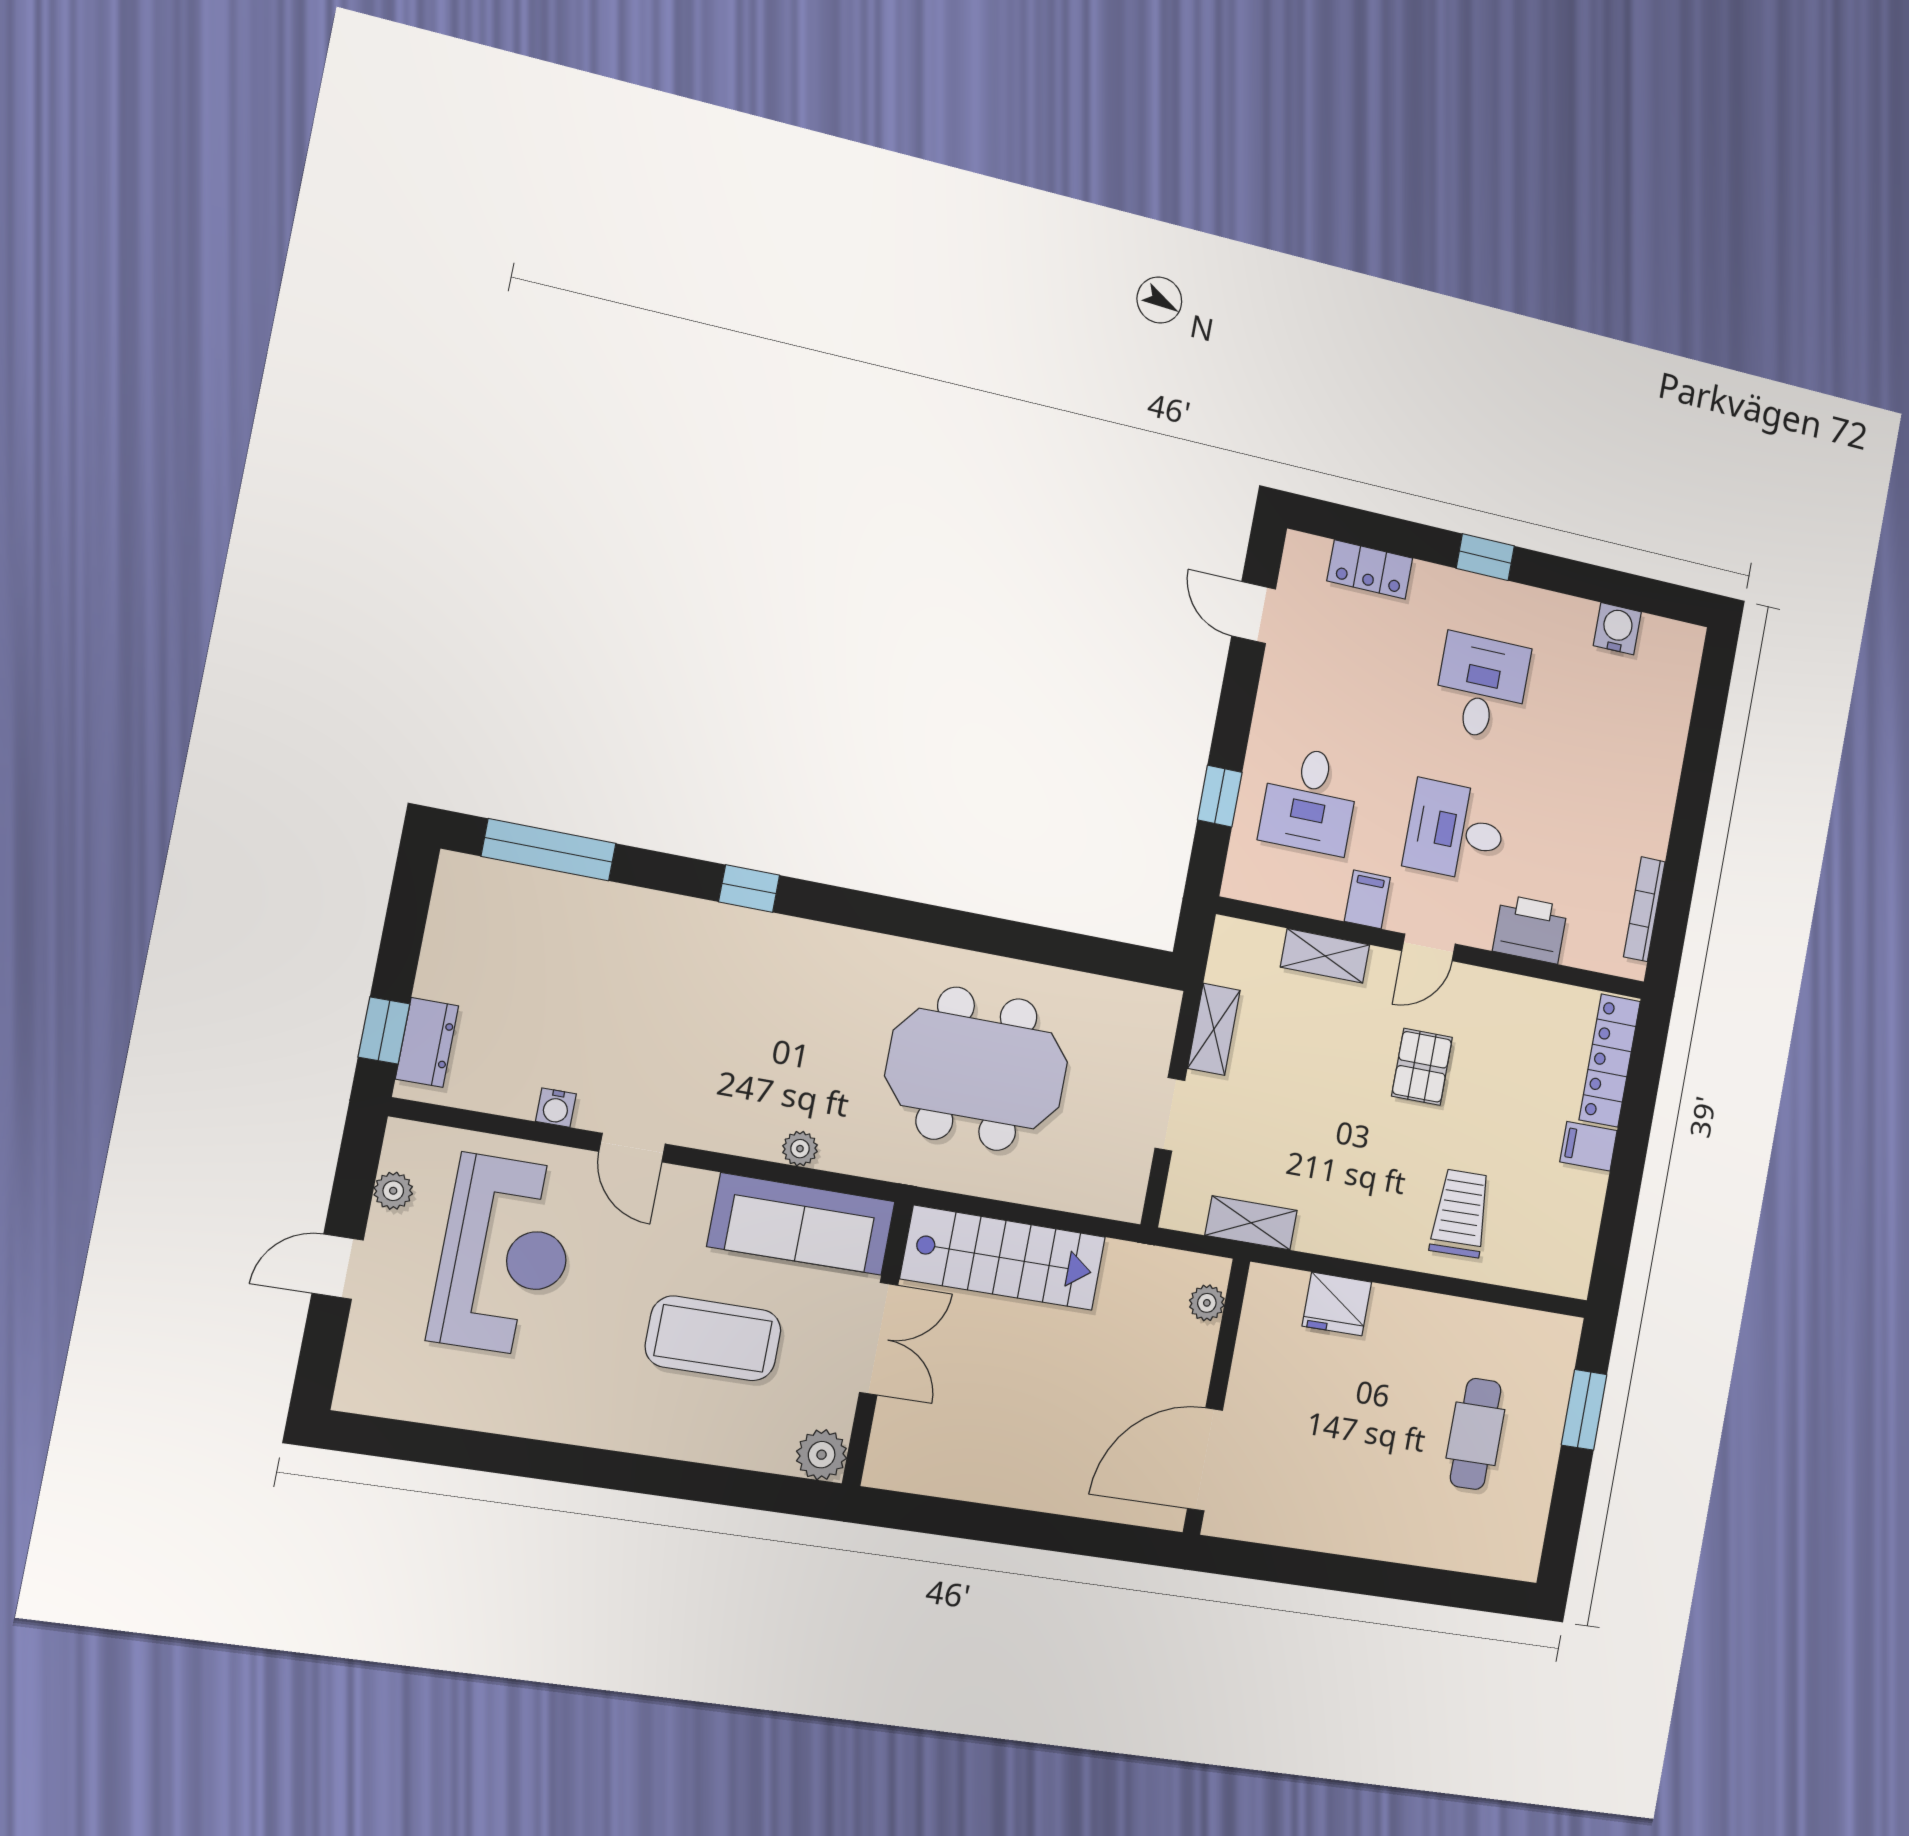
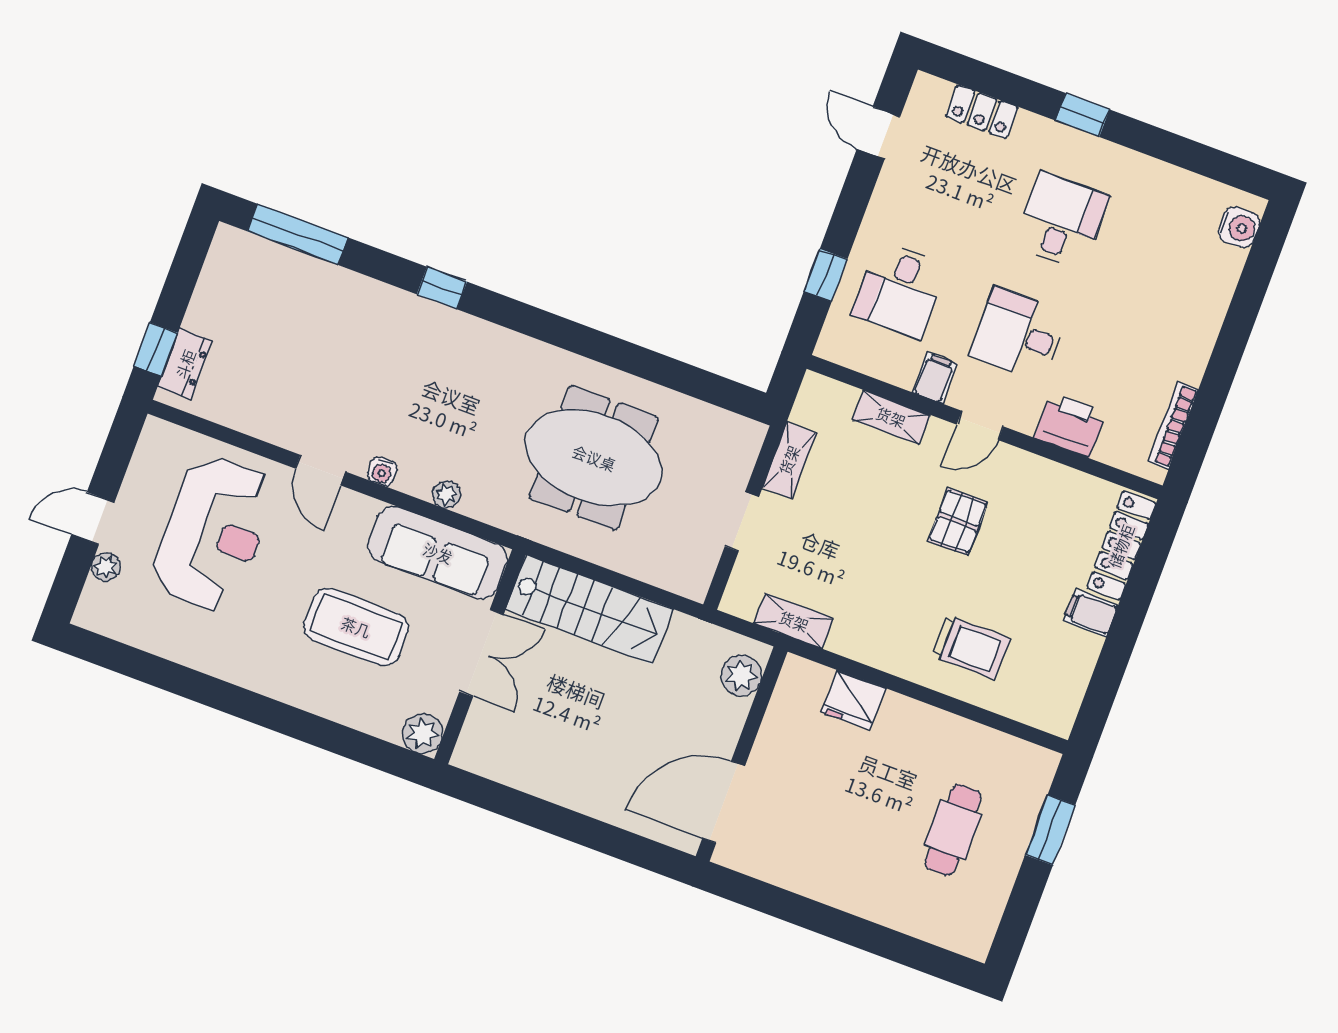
water cooler: (1617, 629) -> (1239, 227), moved, turned 90
water cooler: (556, 1108) -> (382, 471), moved
plant: (393, 1191) -> (106, 567), moved
trolley: (1460, 1213) -> (971, 647), turned 91
plant: (1207, 1303) -> (741, 676), width x1.38, depth x1.38

